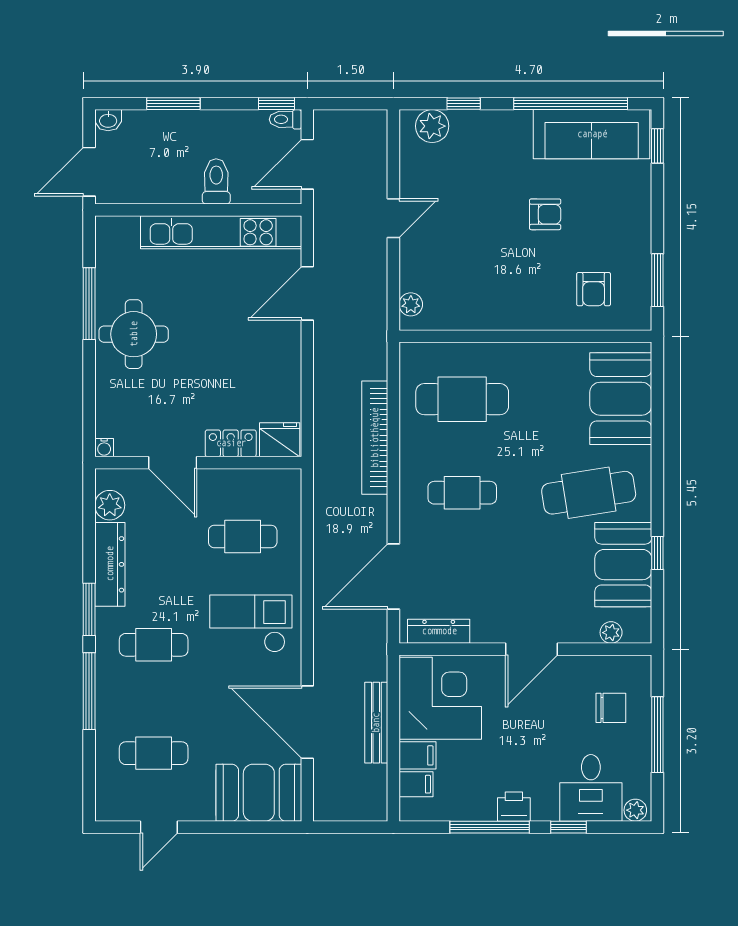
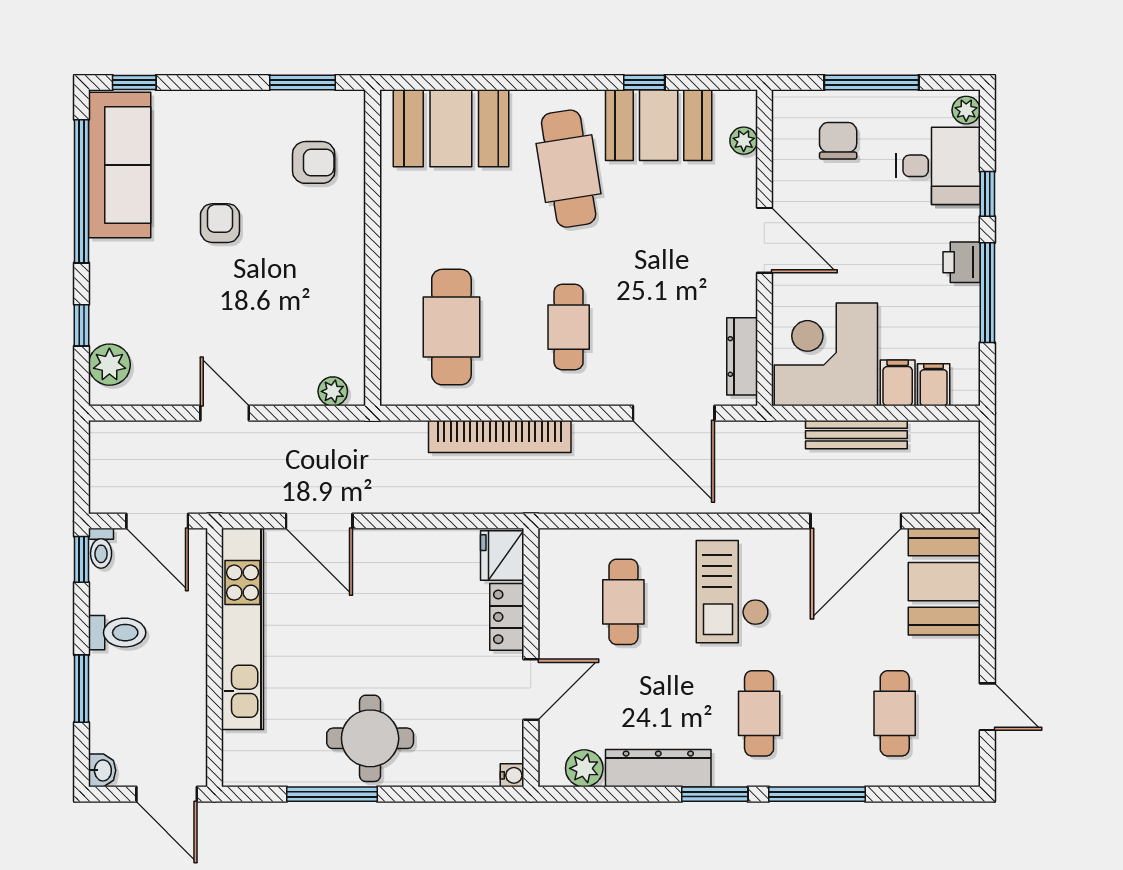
toilet: (216, 181) -> (117, 633), moved, turned 180

